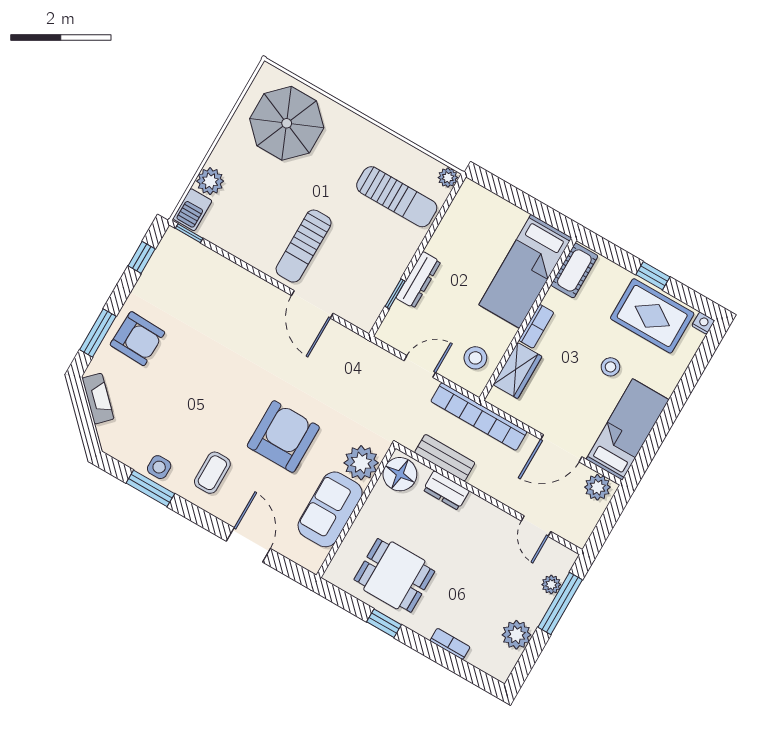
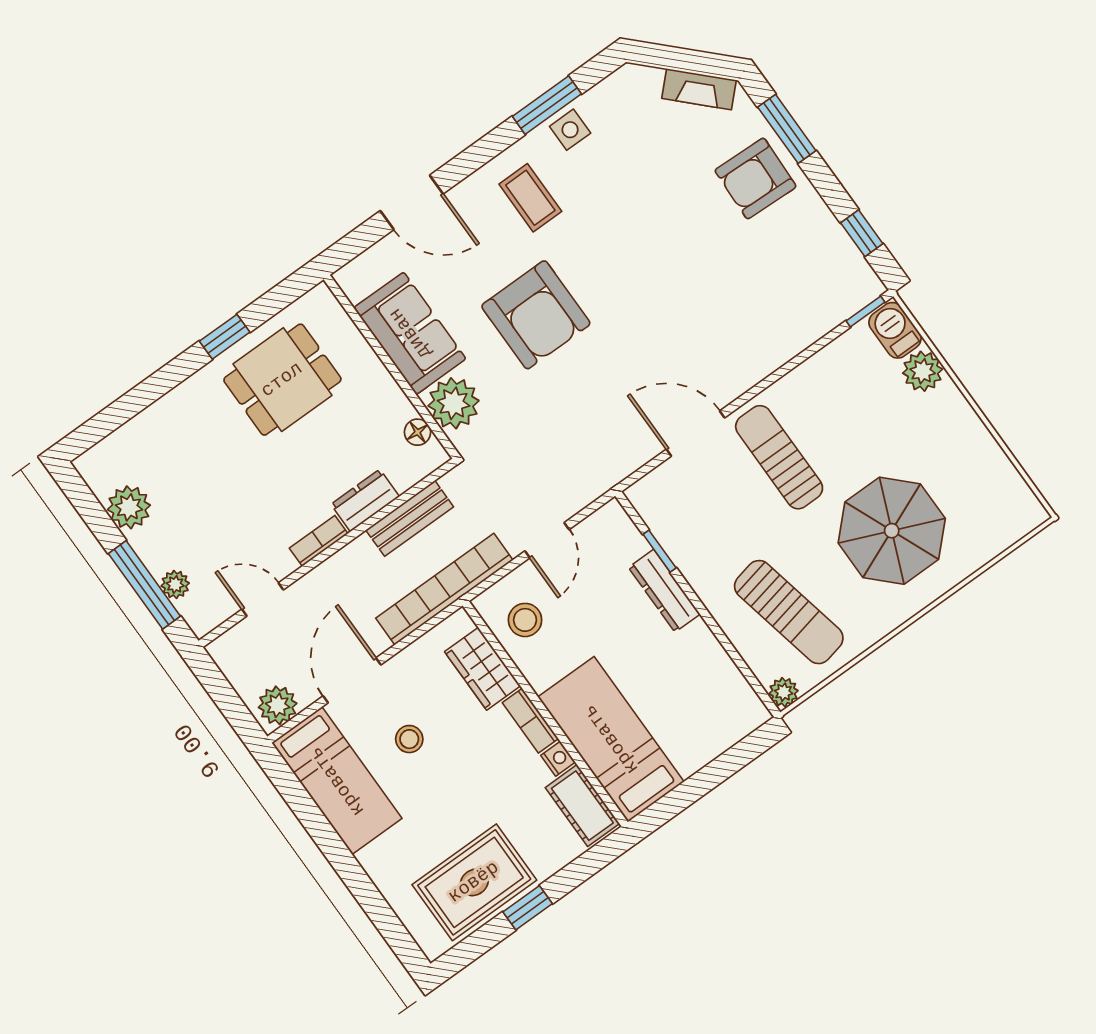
parasol: (287, 123) -> (892, 531), moved
sun lounger: (397, 197) -> (789, 612), turned -102
nightstand: (703, 323) -> (558, 759), moved, turned -90
stool: (610, 367) -> (409, 739), moved
floor lamp: (400, 474) -> (417, 432), width x0.53, depth x0.53
bookcase: (450, 644) -> (319, 541), moved, turned 180

